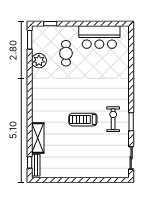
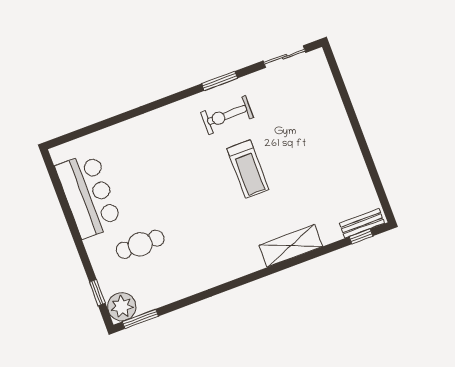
plant: (39, 61) -> (122, 307), moved
shelving: (38, 138) -> (291, 246), moved

